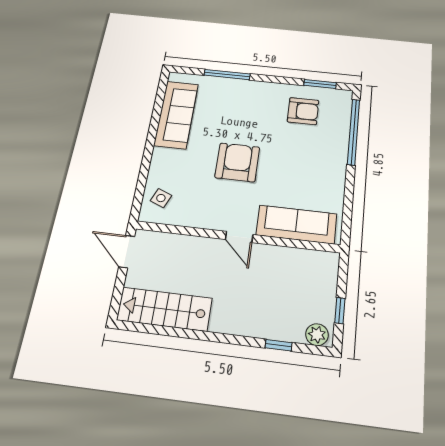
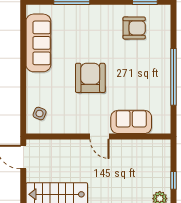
window: (354, 132) -> (173, 77), moved
sofa: (296, 224) -> (131, 122), width x0.73

